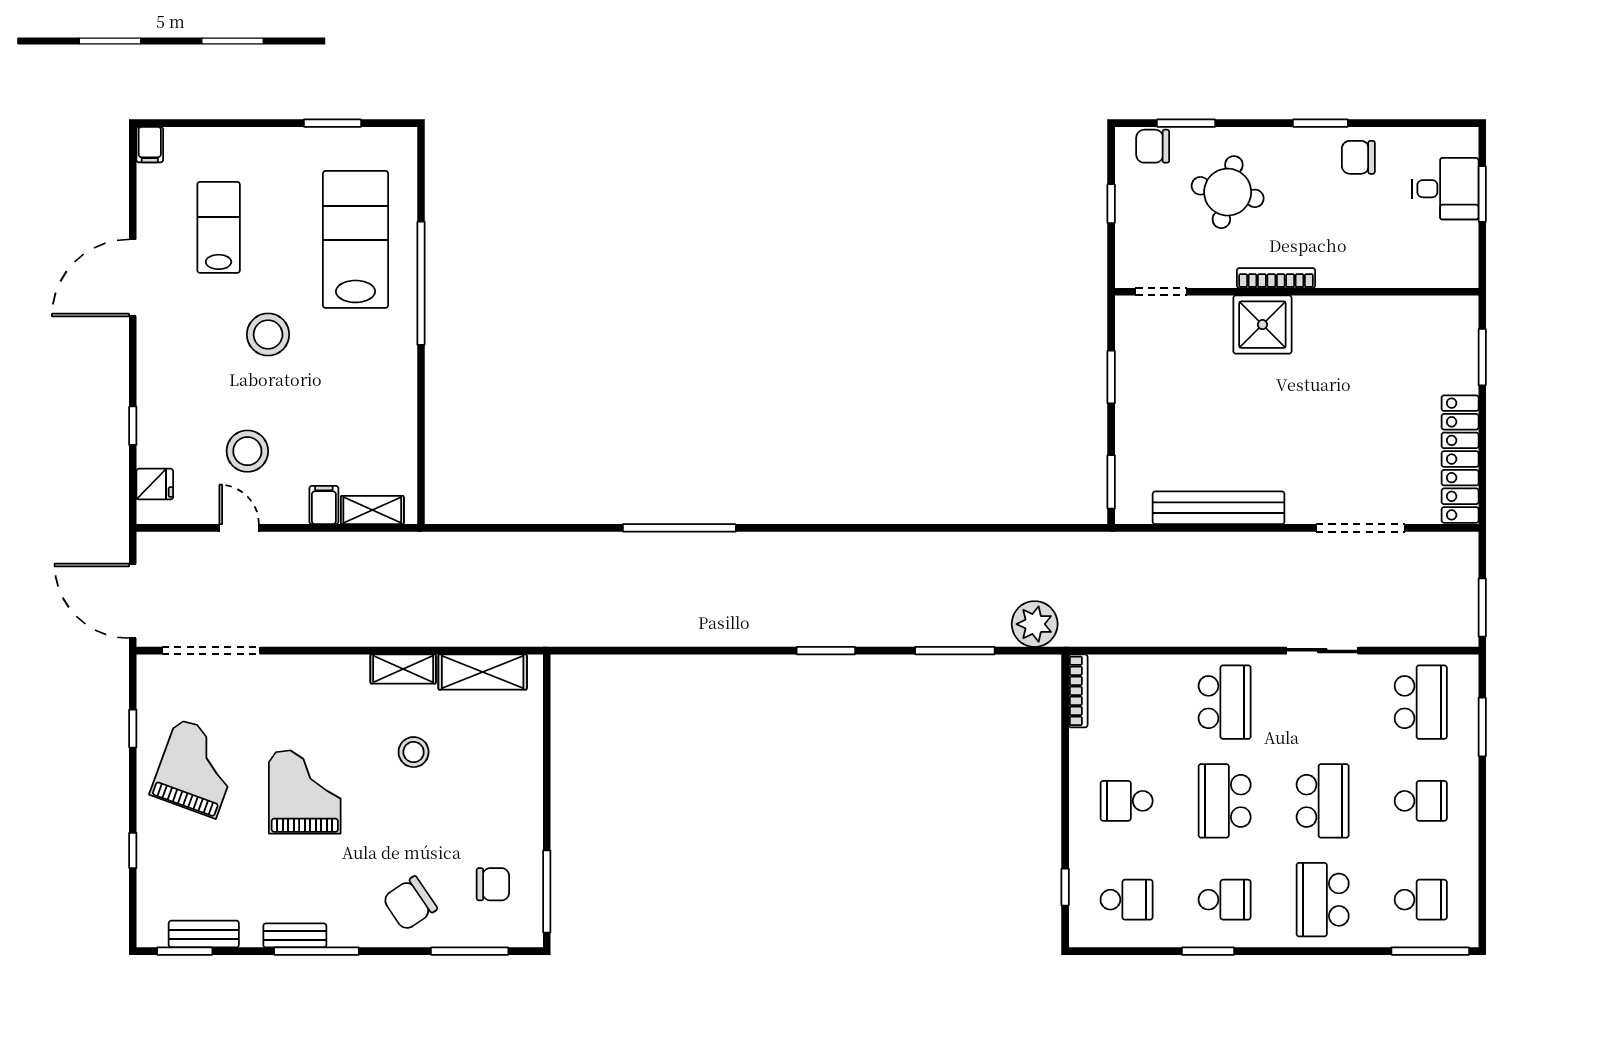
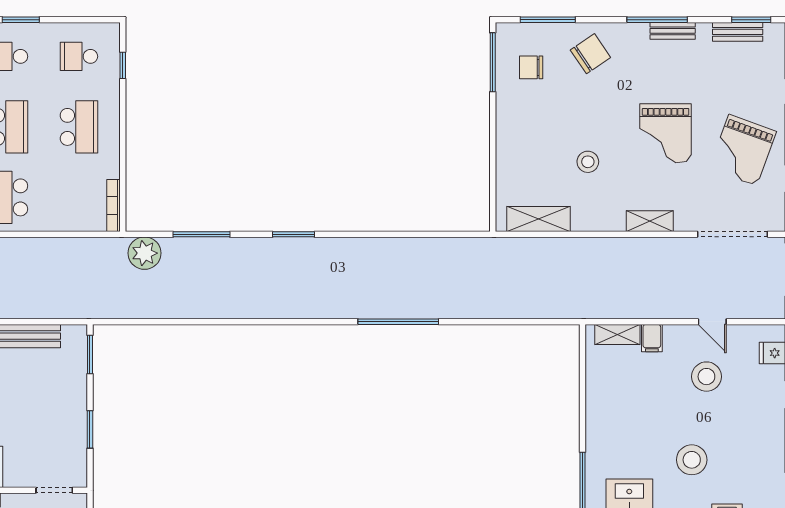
shelving: (403, 669) -> (650, 221), moved
school desk: (1127, 801) -> (79, 127), width x1.85

